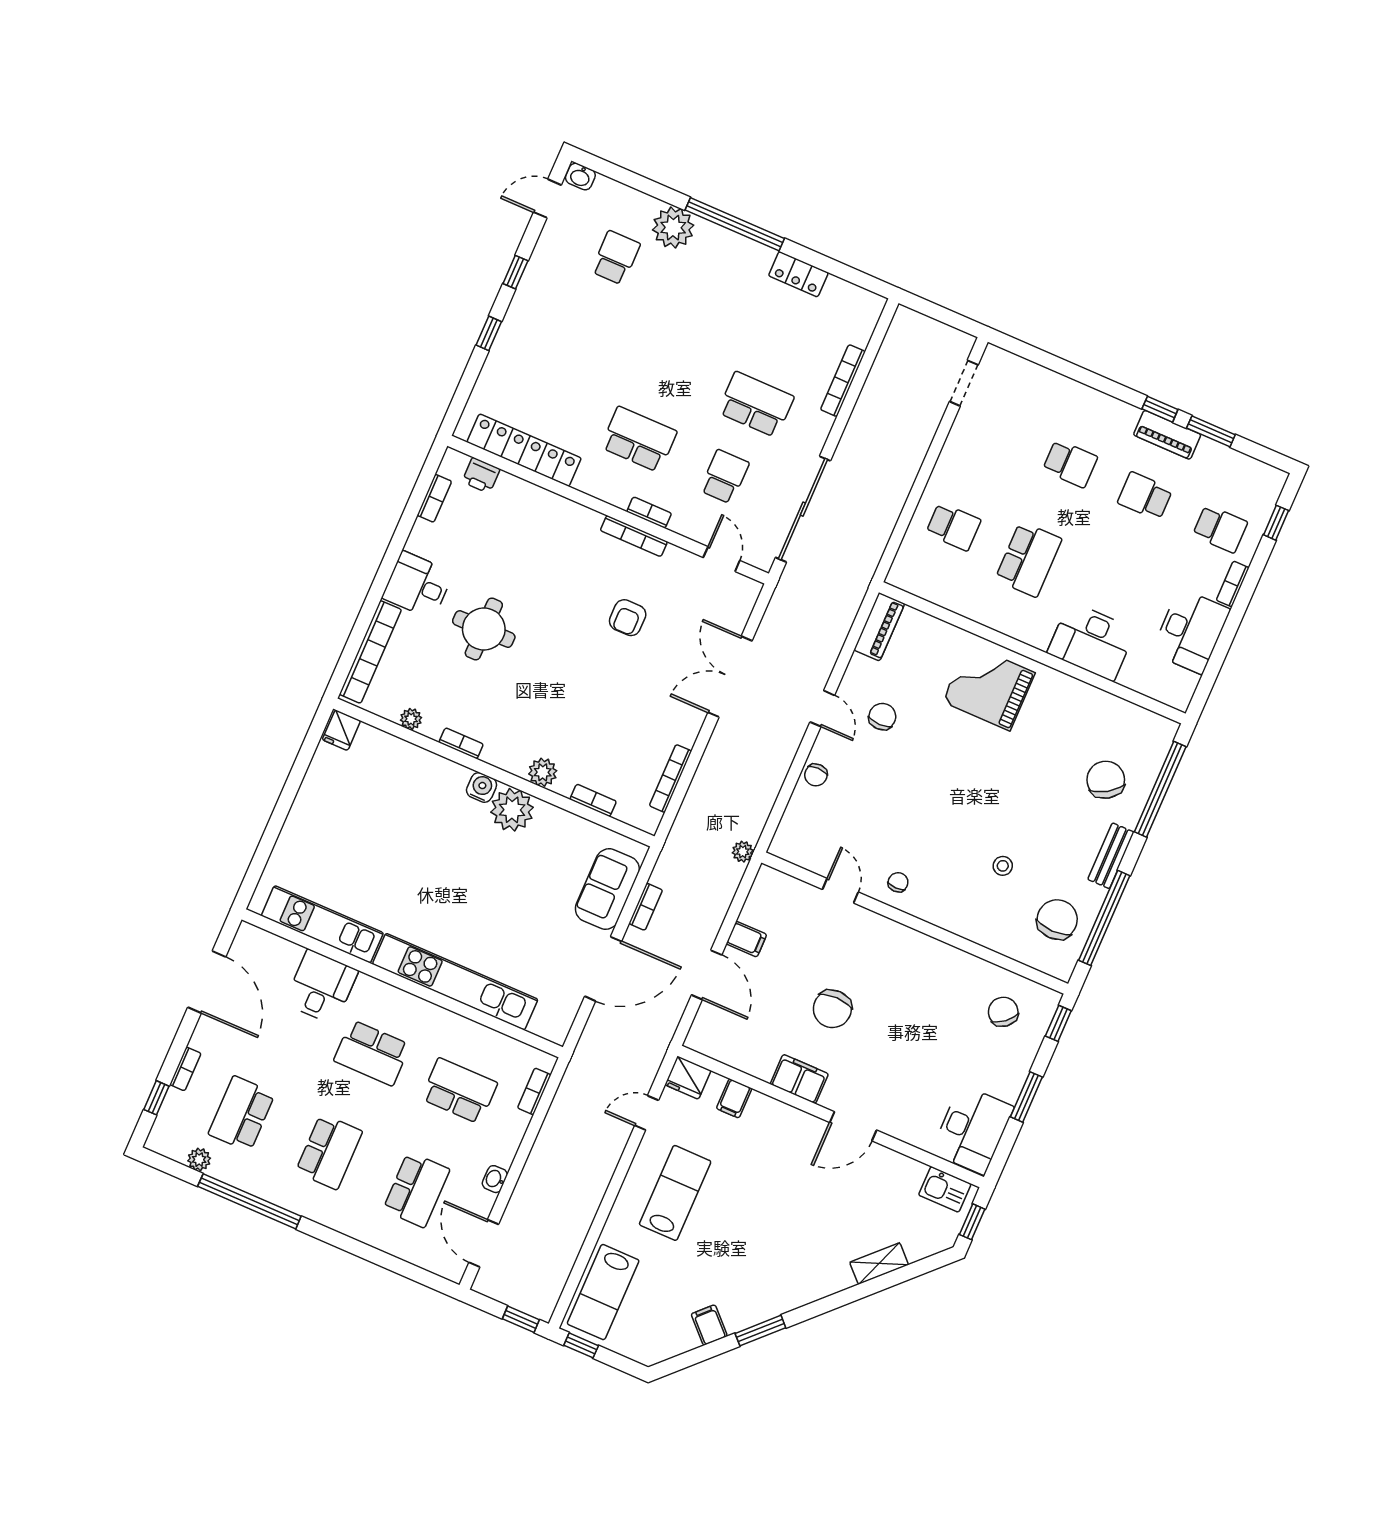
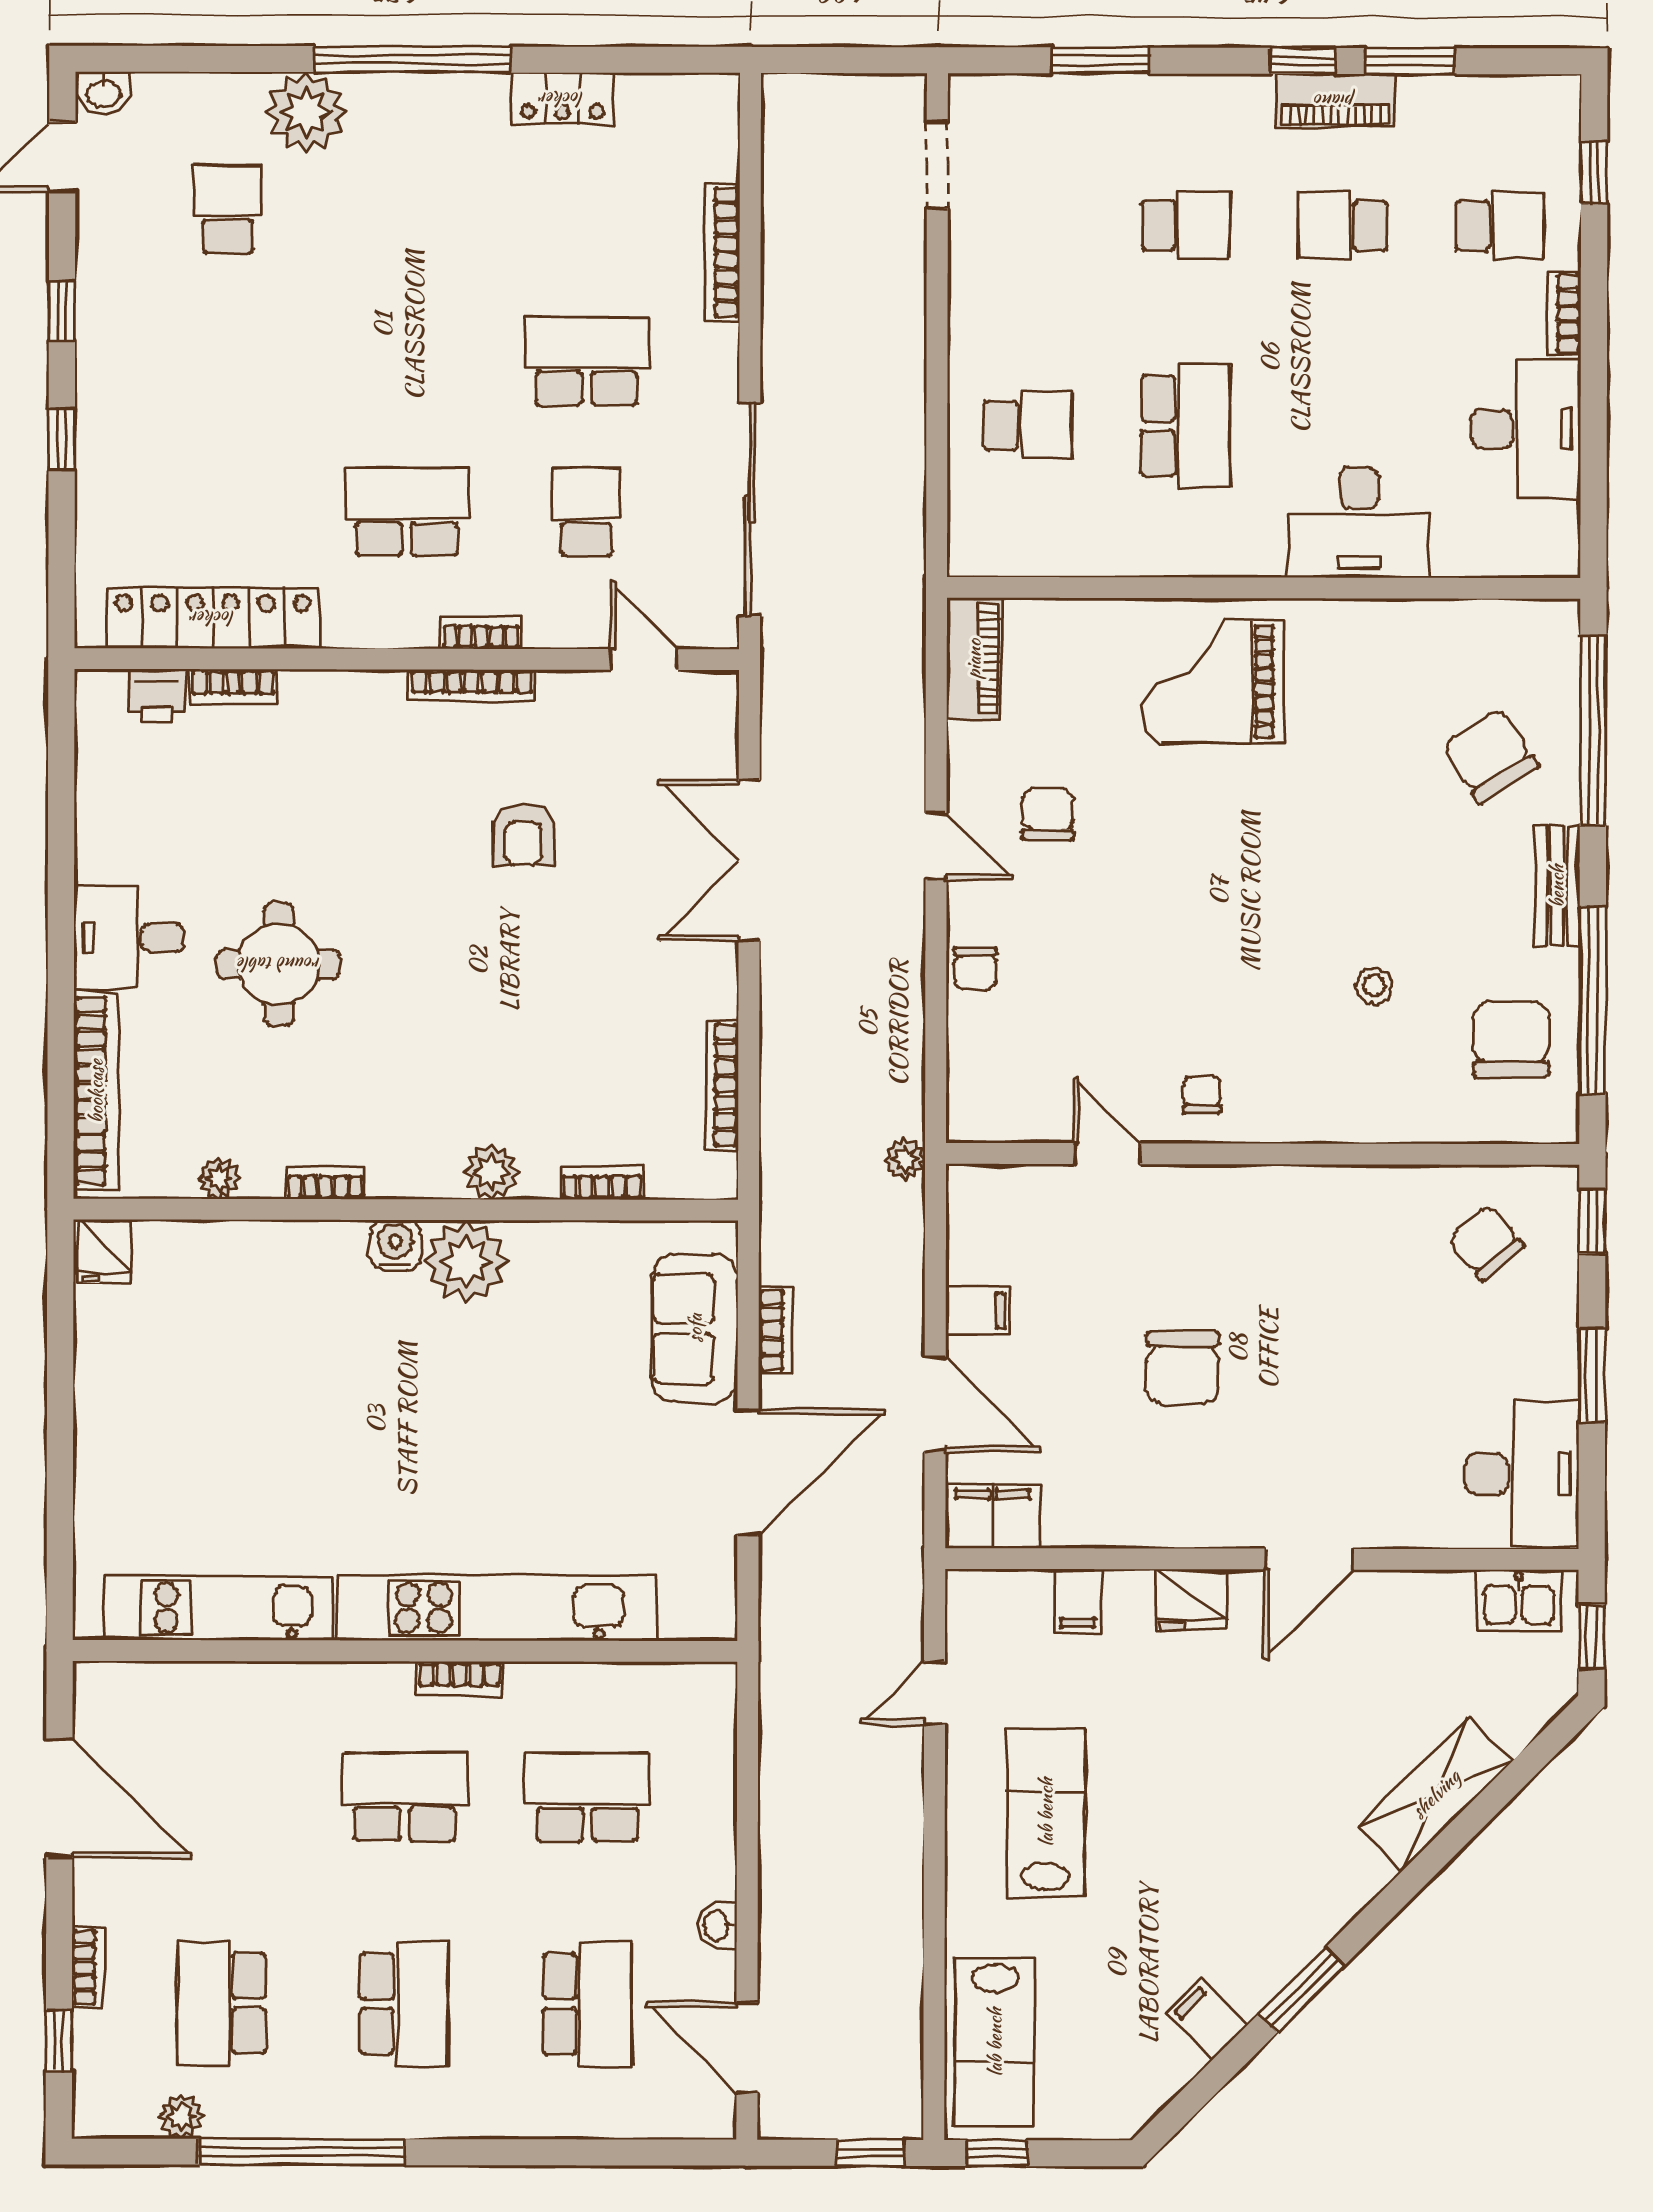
window: (1063, 367) -> (1101, 61), added
bookcase: (434, 498) -> (233, 687), moved, turned 90
desk: (321, 987) -> (265, 1719), removed
school desk: (372, 1053) -> (405, 1797), turned 180
fridge: (688, 1078) -> (1192, 1600), moved
filing cabinet: (799, 1079) -> (993, 1516), moved
bookcase: (534, 1091) -> (459, 1678), moved, turned -90
shelving: (879, 1263) -> (1436, 1794), width x1.50, depth x1.33

